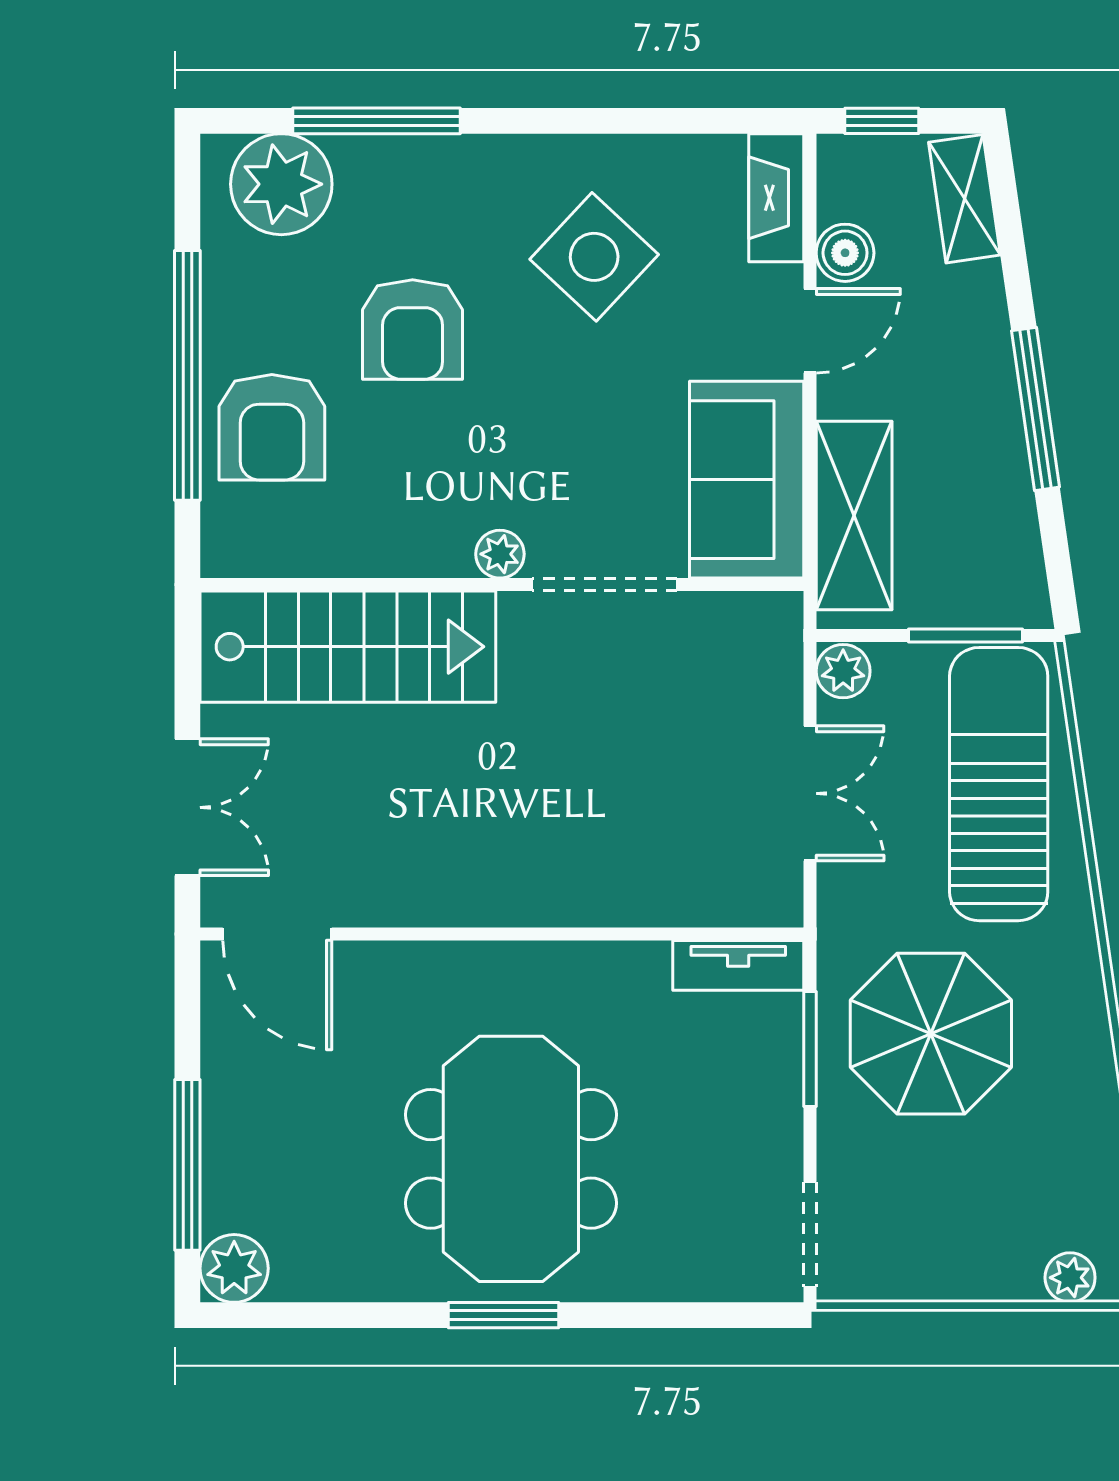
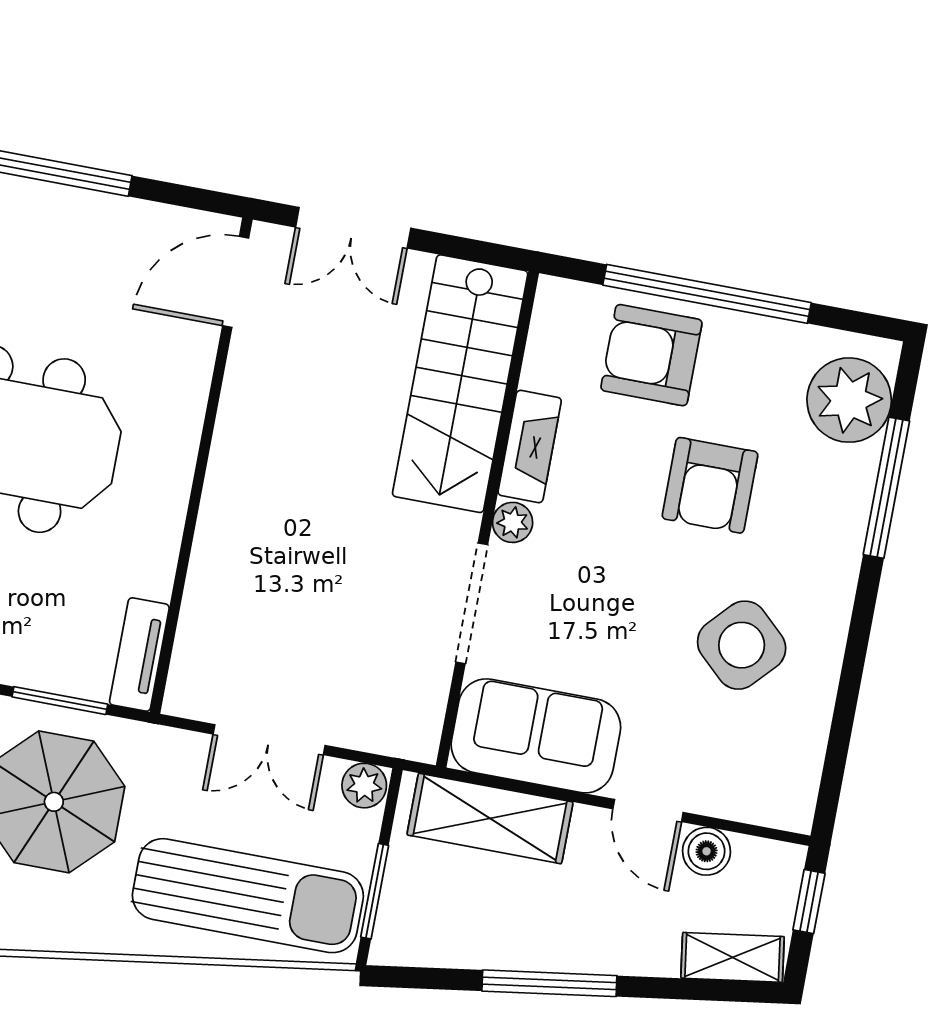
fireplace: (776, 198) -> (530, 447), moved, turned 90
armchair: (413, 329) -> (710, 485), turned -90

